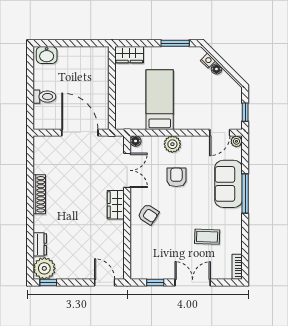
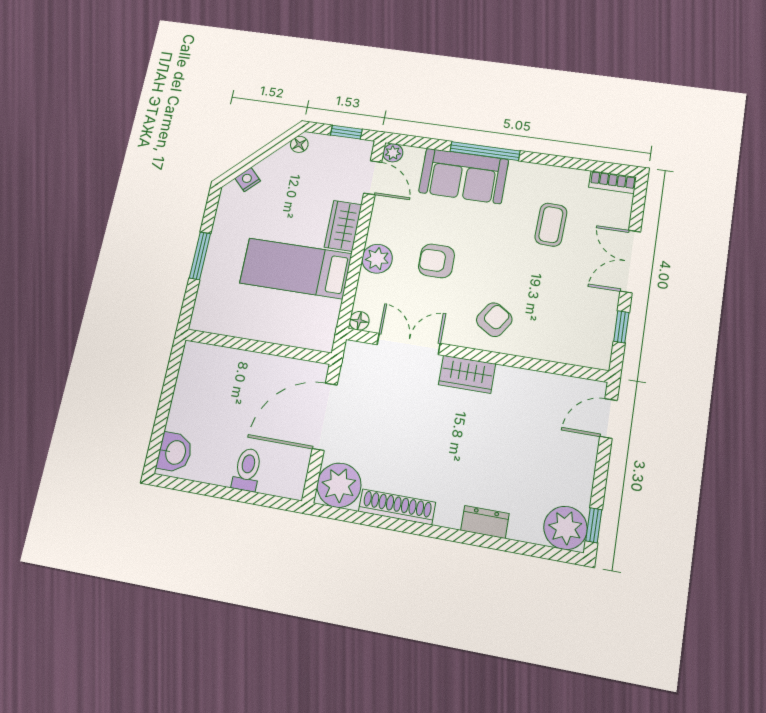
window: (175, 43) -> (200, 256), moved
wardrobe: (129, 55) -> (343, 226), moved, turned 180
floor lamp: (216, 69) -> (299, 144), moved
plant: (45, 147) -> (339, 485), added
shoe rack: (39, 194) -> (397, 507), moved
dresser: (40, 244) -> (485, 522), moved

